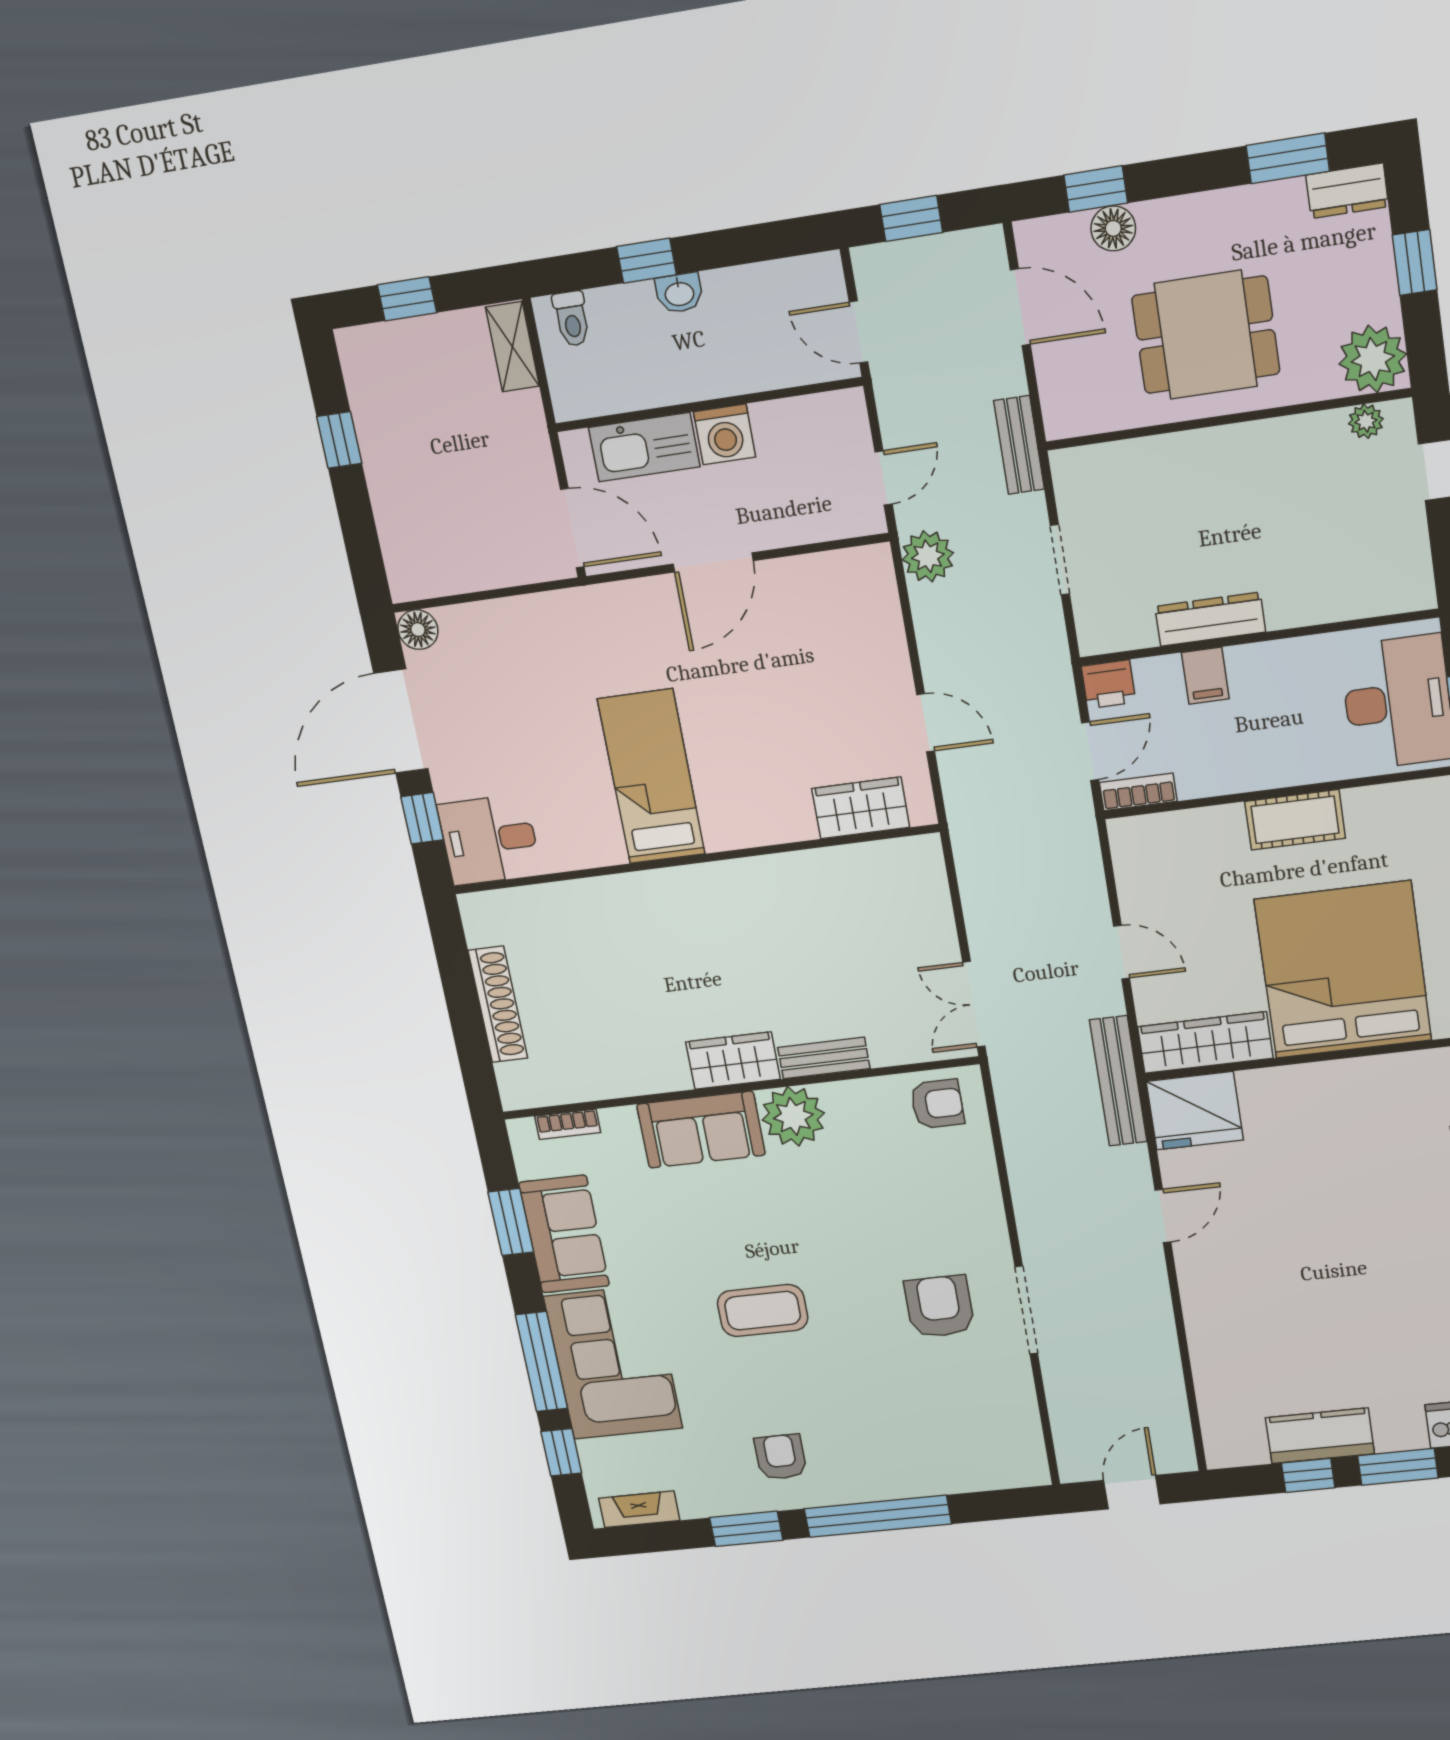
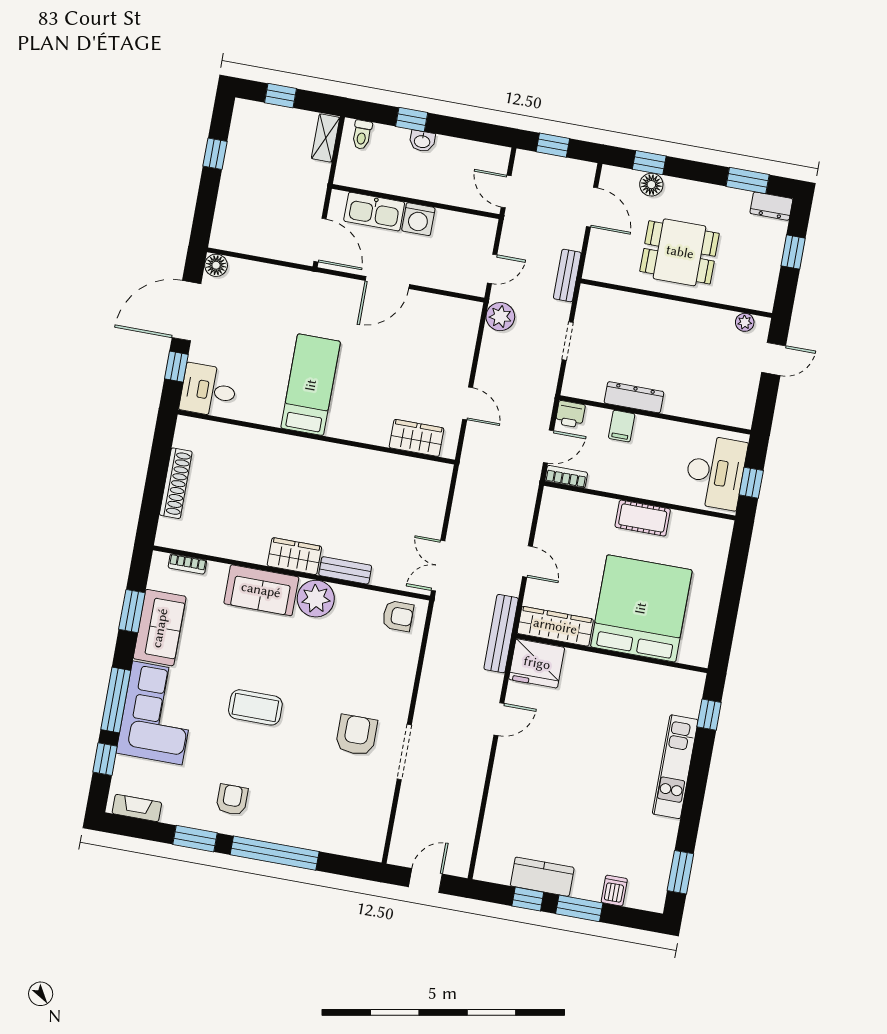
plant: (1373, 359) -> (758, 292), removed

